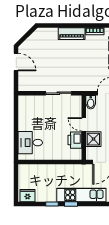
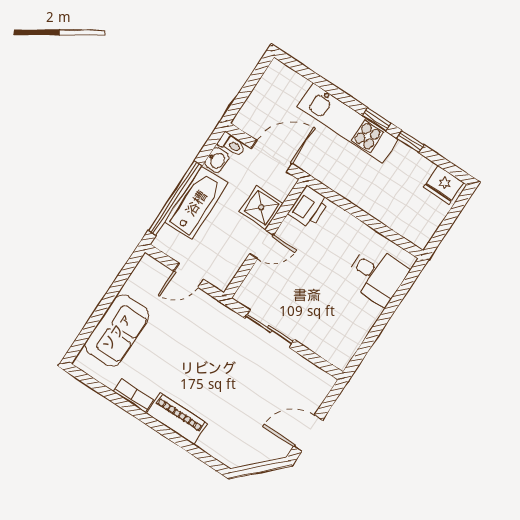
door: (16, 62) -> (308, 433), hinge flipped
bidet: (91, 102) -> (223, 275), removed
door: (84, 124) -> (261, 244), hinge flipped
printer: (75, 140) -> (309, 207), moved

